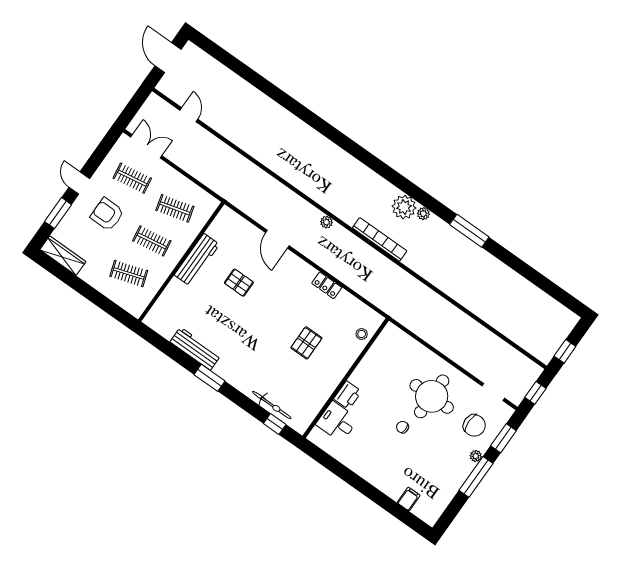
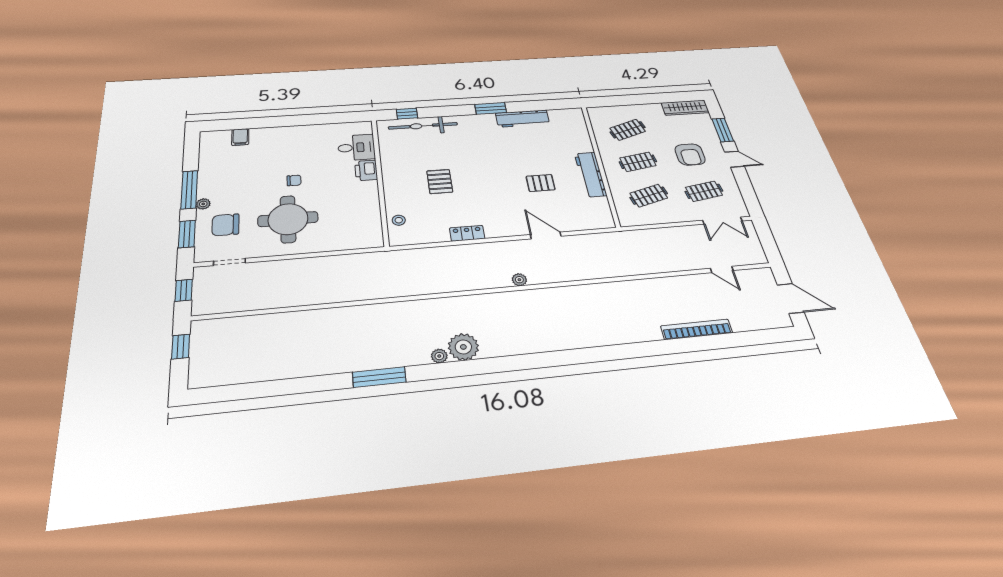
armchair: (107, 214) -> (690, 155), turned 90
bookcase: (380, 239) -> (697, 329), moved, turned 180
bicycle: (272, 405) -> (423, 126), width x1.37, depth x1.40

